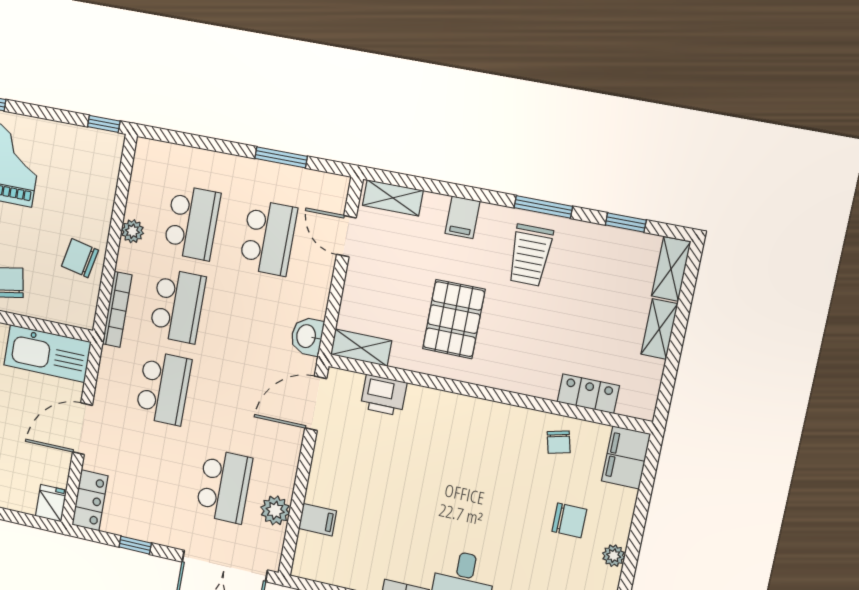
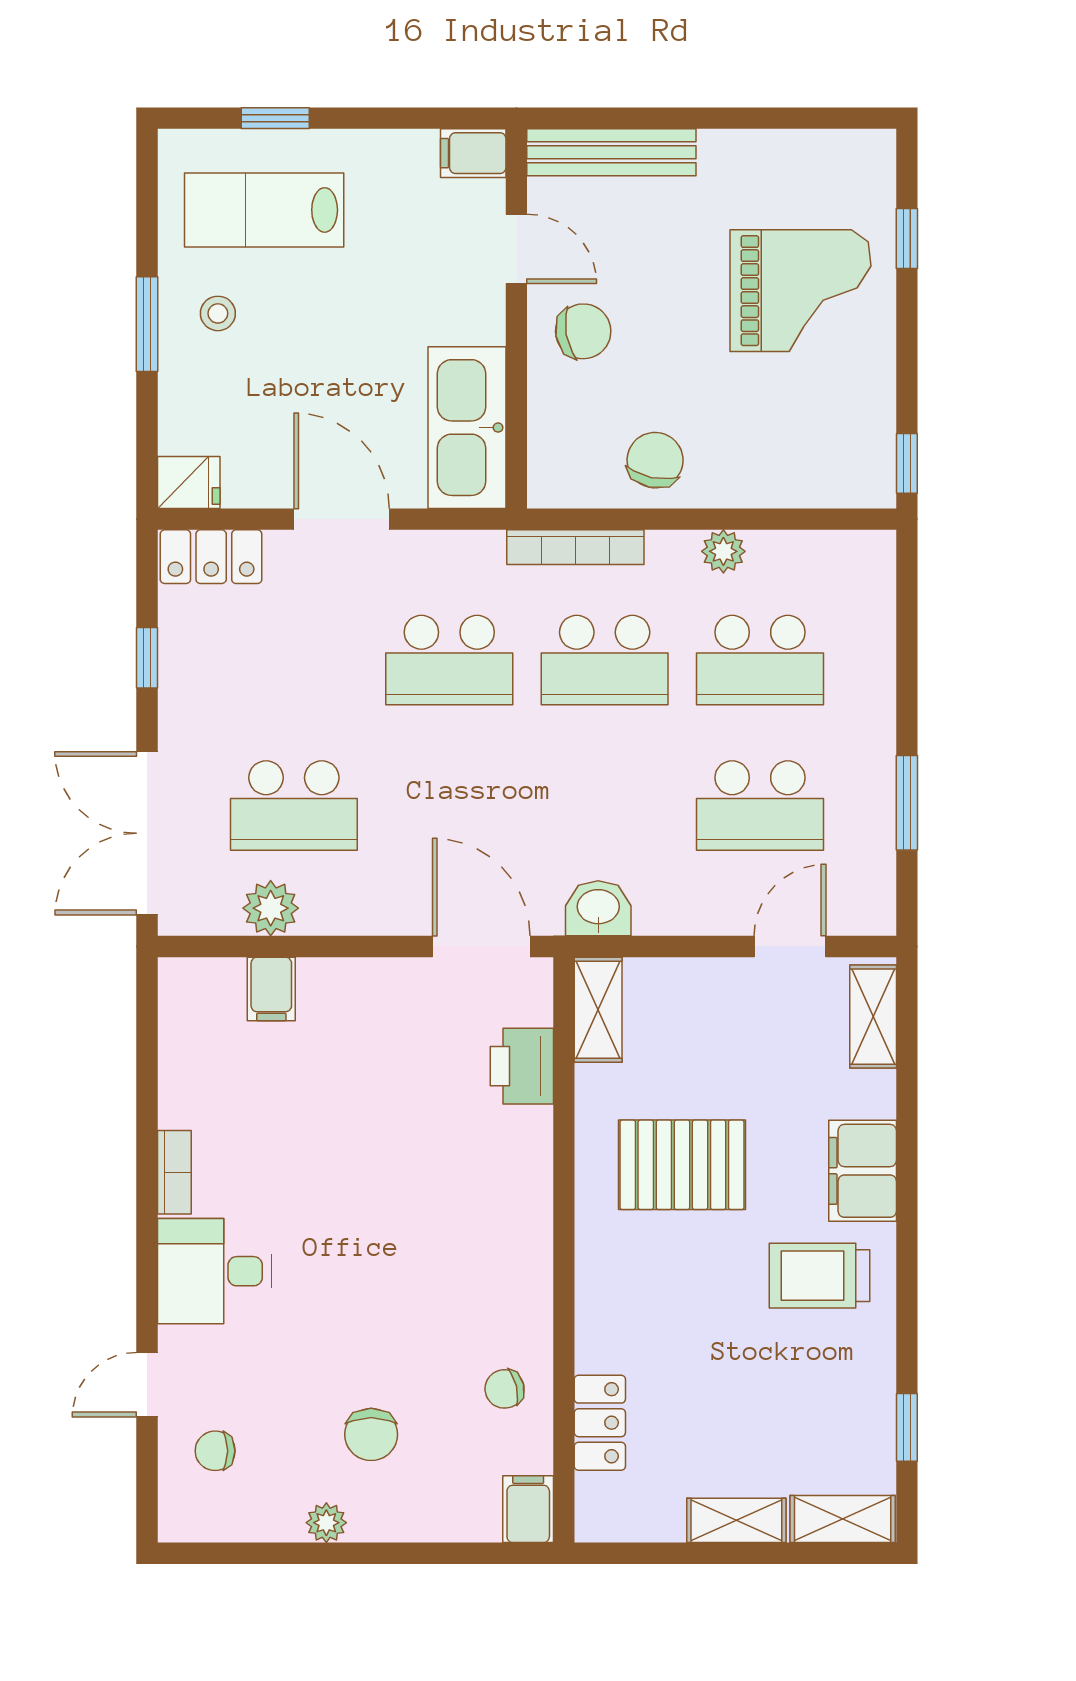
window: (543, 207) -> (907, 1282), removed
filing cabinet: (462, 217) -> (863, 1171), width x2.00
filing cabinet: (626, 457) -> (528, 1509), width x0.50

